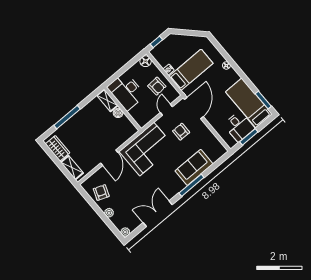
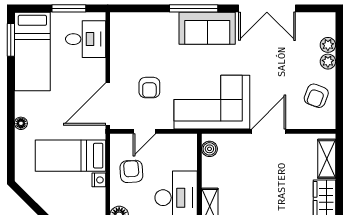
boiler: (118, 113) -> (209, 149), moved
desk: (239, 127) -> (86, 39), moved, turned 90
sofa: (194, 167) -> (207, 28), moved
plant: (125, 232) -> (328, 45), moved

